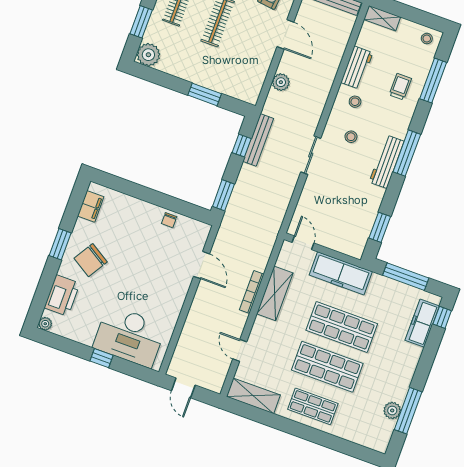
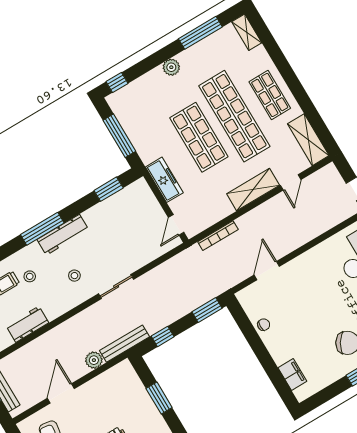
stool: (355, 102) -> (30, 276), moved
bench: (258, 140) -> (124, 344), moved
filing cabinet: (91, 206) -> (292, 375), moved, turned 90
freezer: (341, 273) -> (164, 180), width x0.73, depth x0.79
bookcase: (252, 292) -> (218, 236), moved
shelving: (275, 293) -> (253, 190), moved
freezer: (422, 323) -> (136, 90), removed
shop shelf: (327, 367) -> (234, 116), width x1.40
plant: (392, 410) -> (171, 67), moved
shelving: (372, 441) -> (247, 32), added

